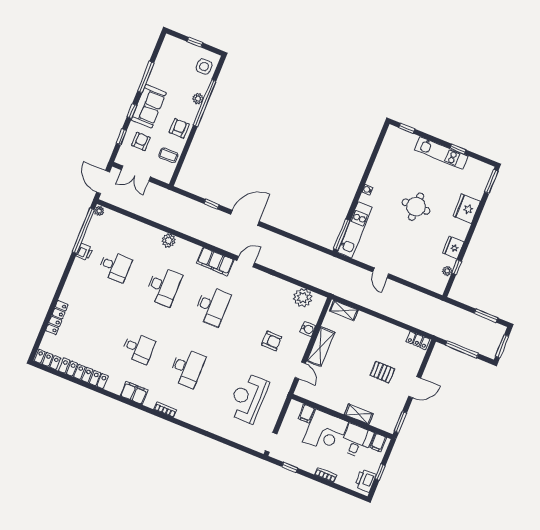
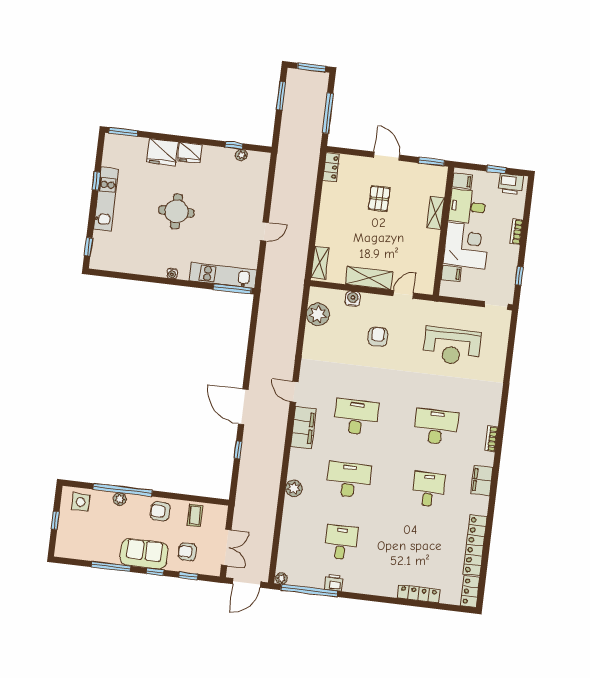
fridge: (453, 248) -> (190, 153), moved

